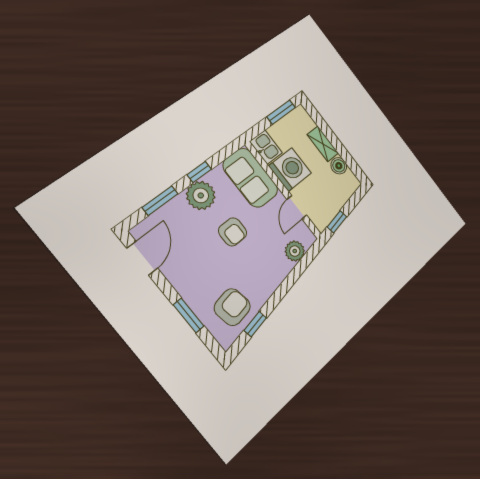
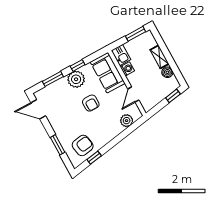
washing machine: (290, 170) -> (127, 69), width x0.53, depth x0.53
window: (337, 222) -> (173, 96), moved
door: (142, 258) -> (38, 109), swing flipped

